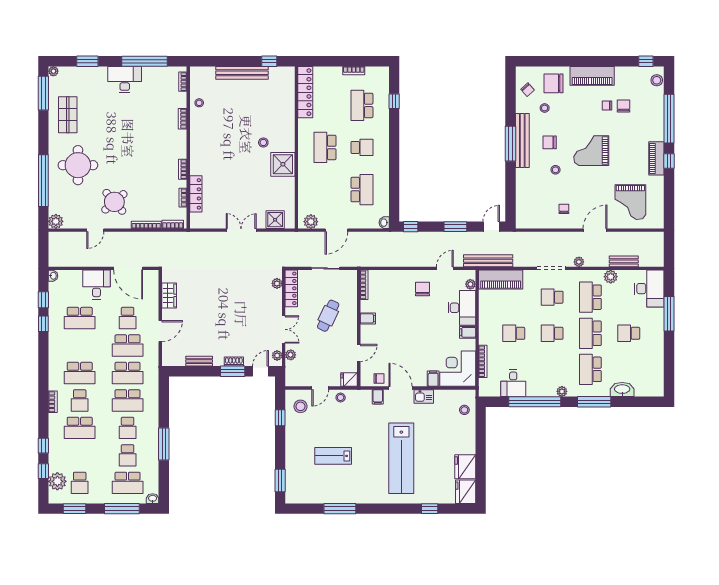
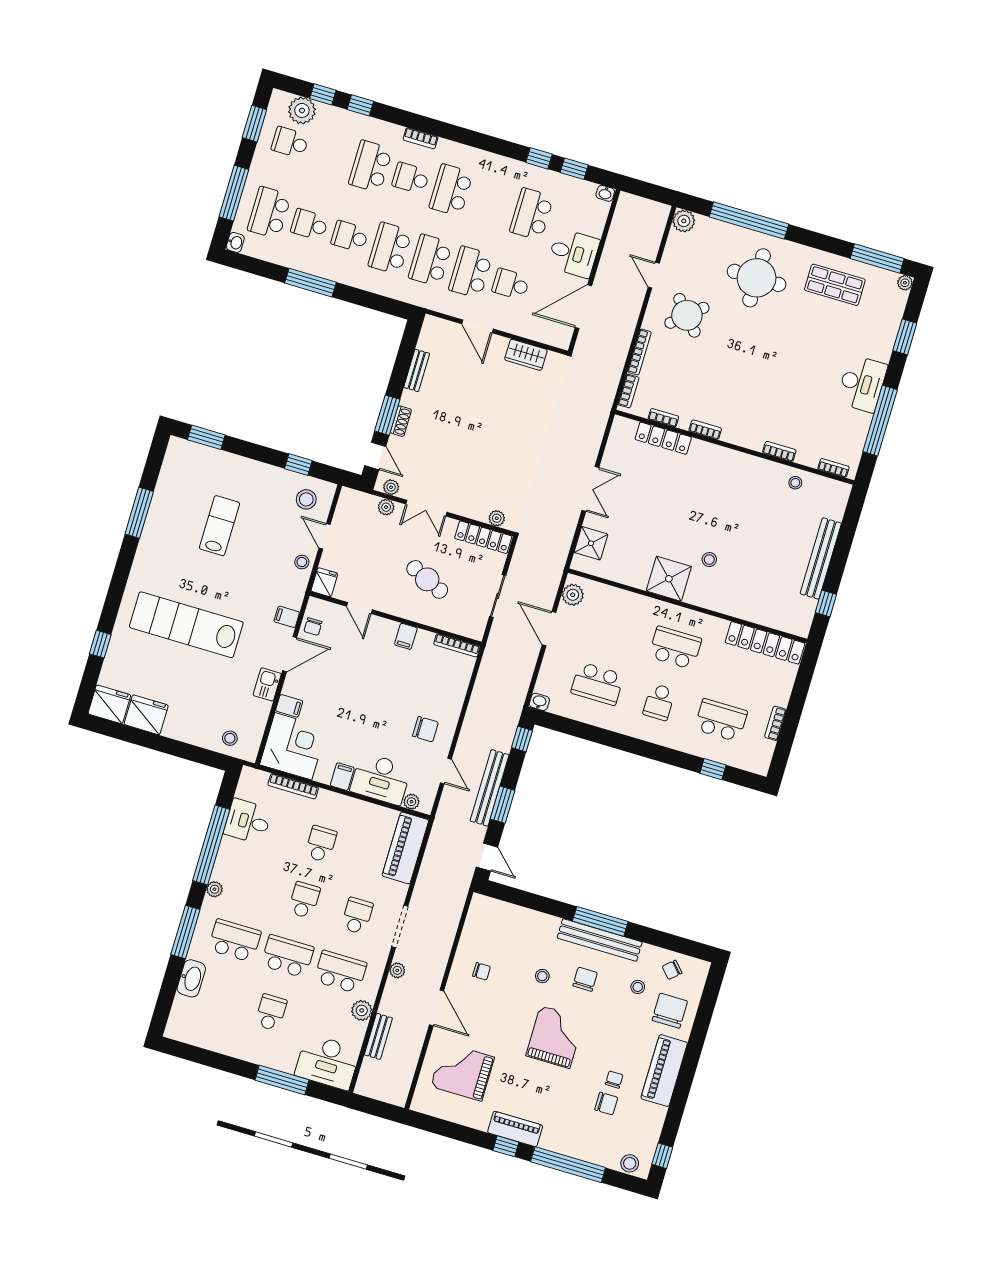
bench: (488, 261) -> (490, 788), moved

